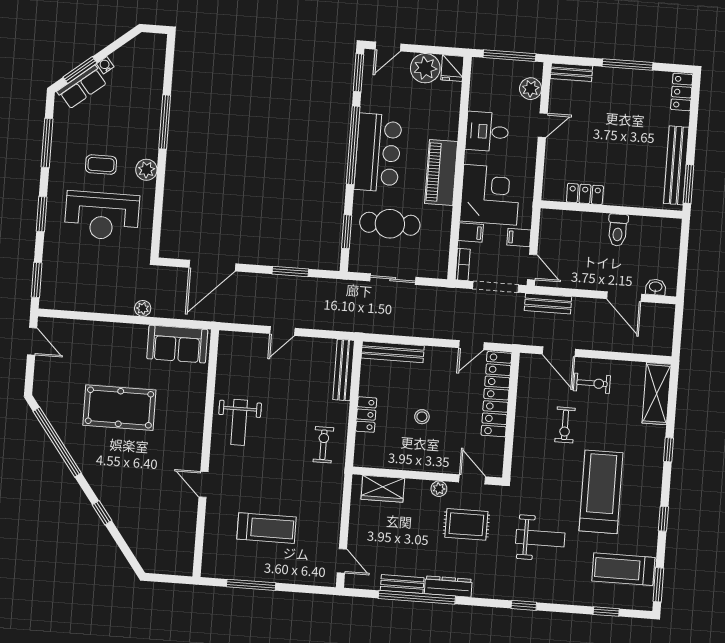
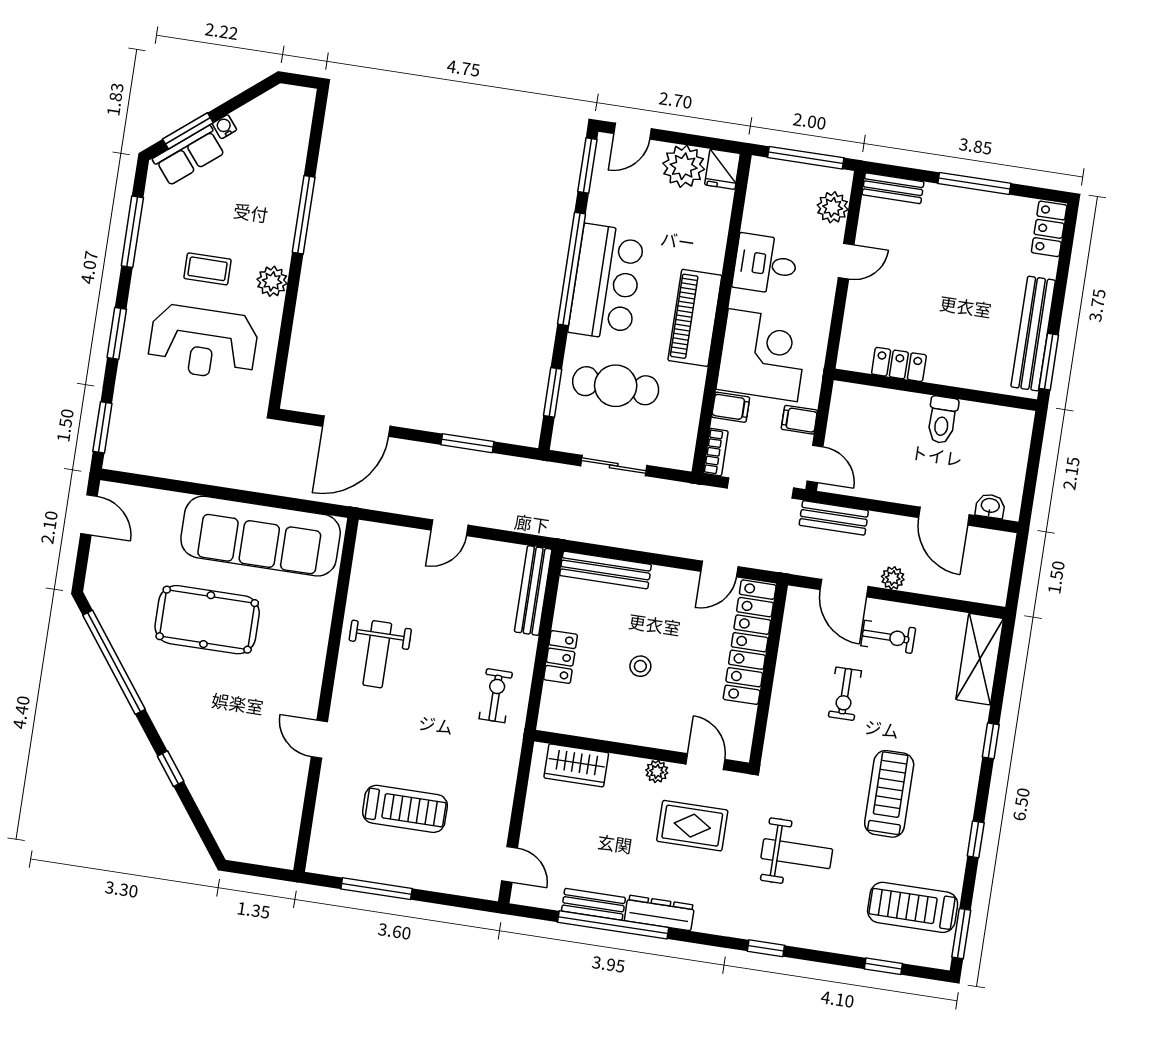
plant: (143, 308) -> (893, 578), moved
sofa: (177, 344) -> (261, 536), width x1.85, depth x1.27
treadmill: (601, 492) -> (889, 794), width x0.73, depth x0.73

